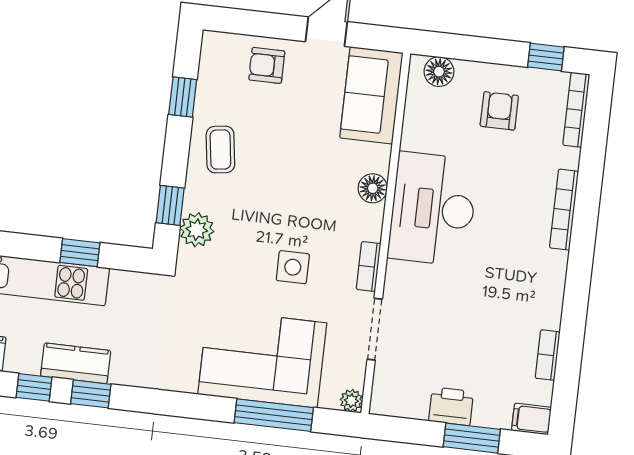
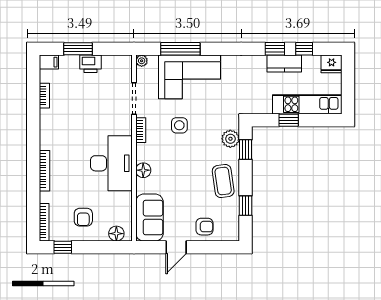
coffee table: (220, 150) -> (223, 181), width x1.36, depth x1.30

